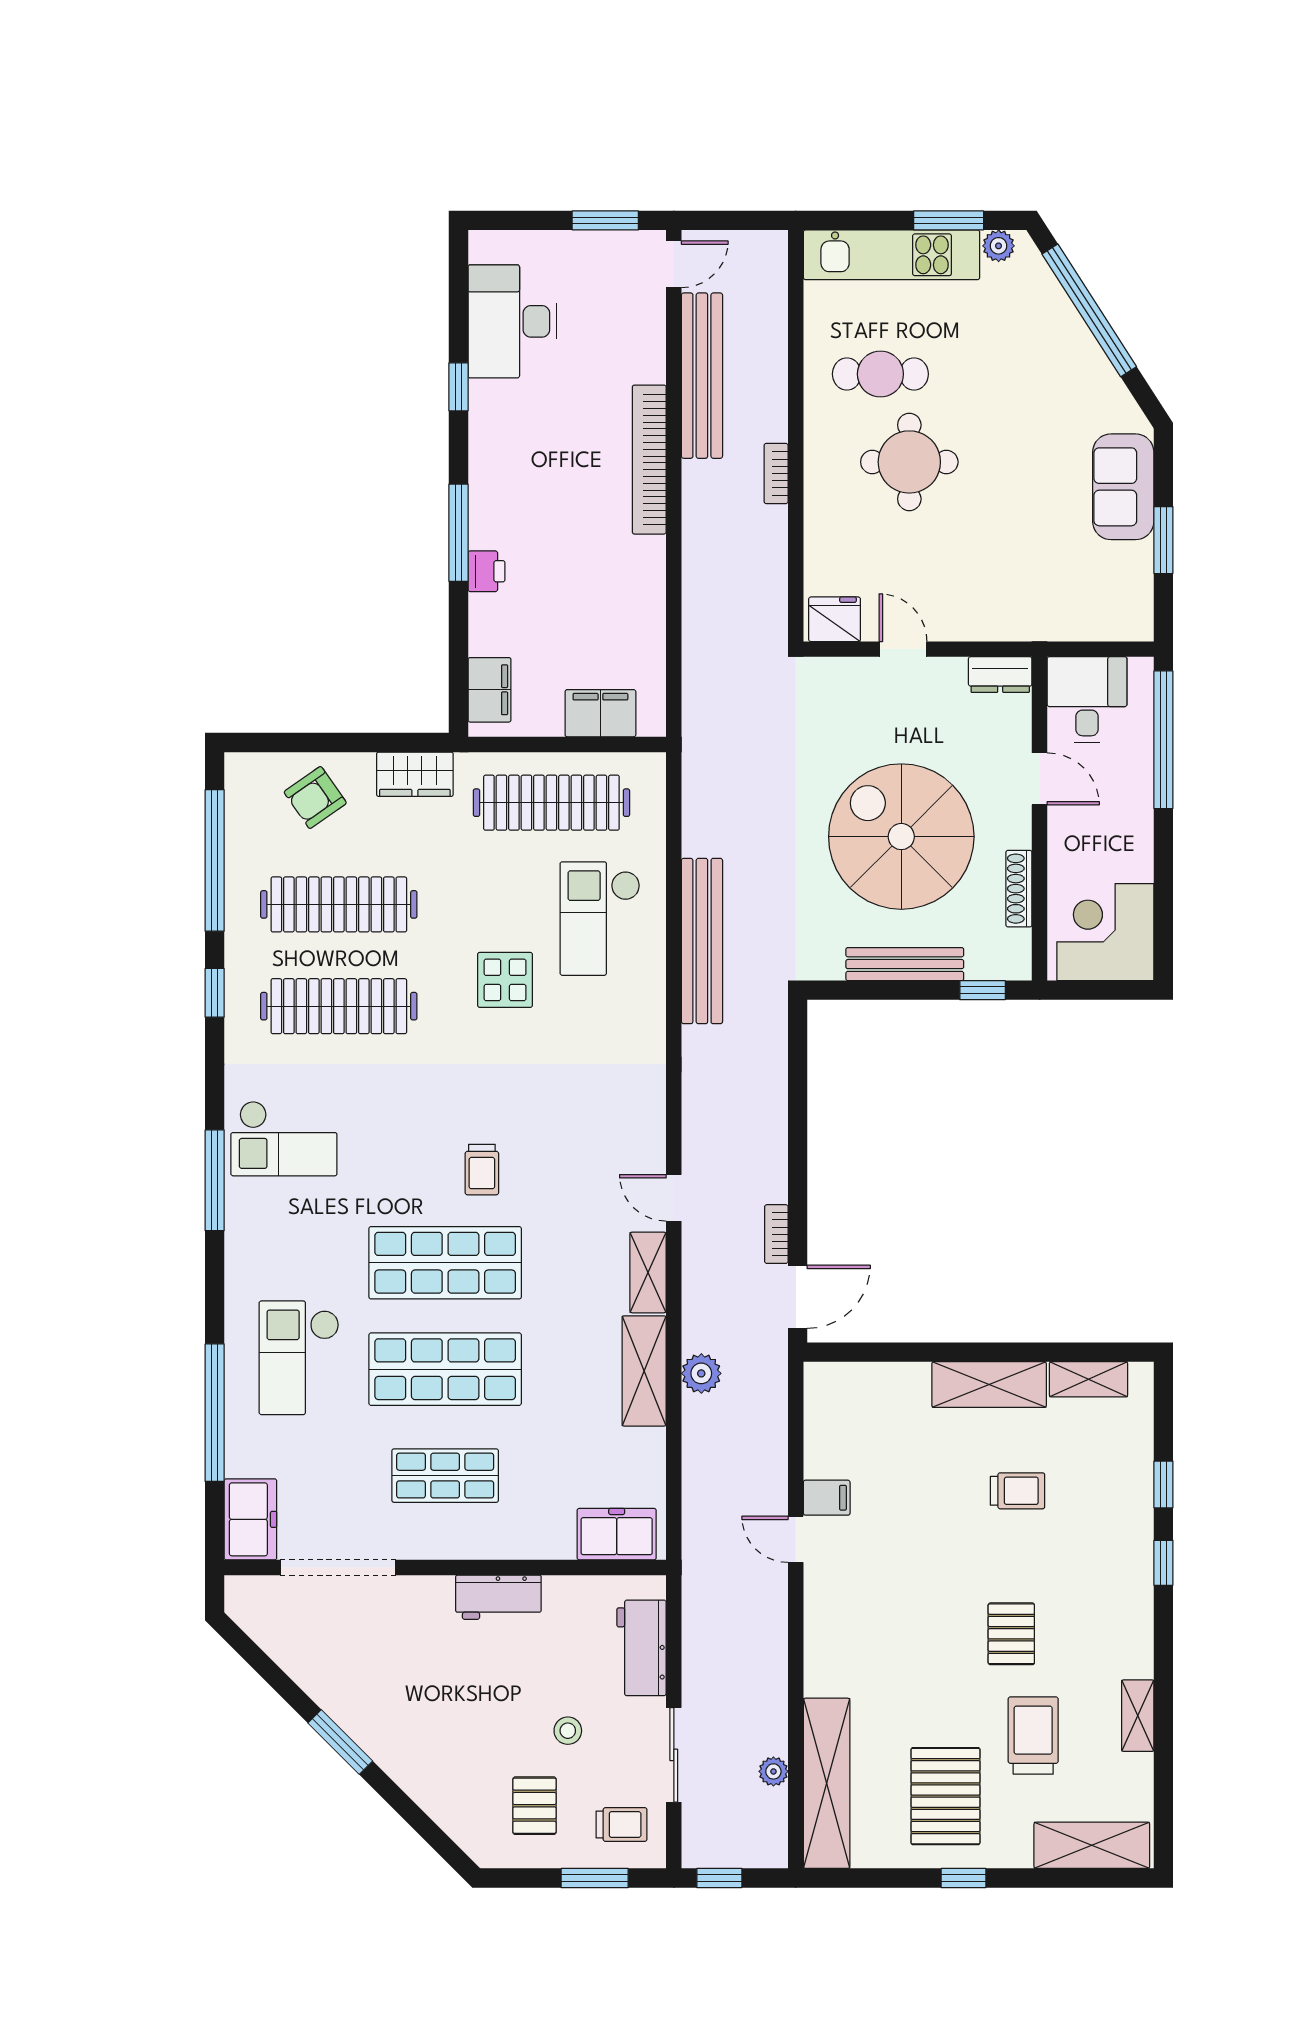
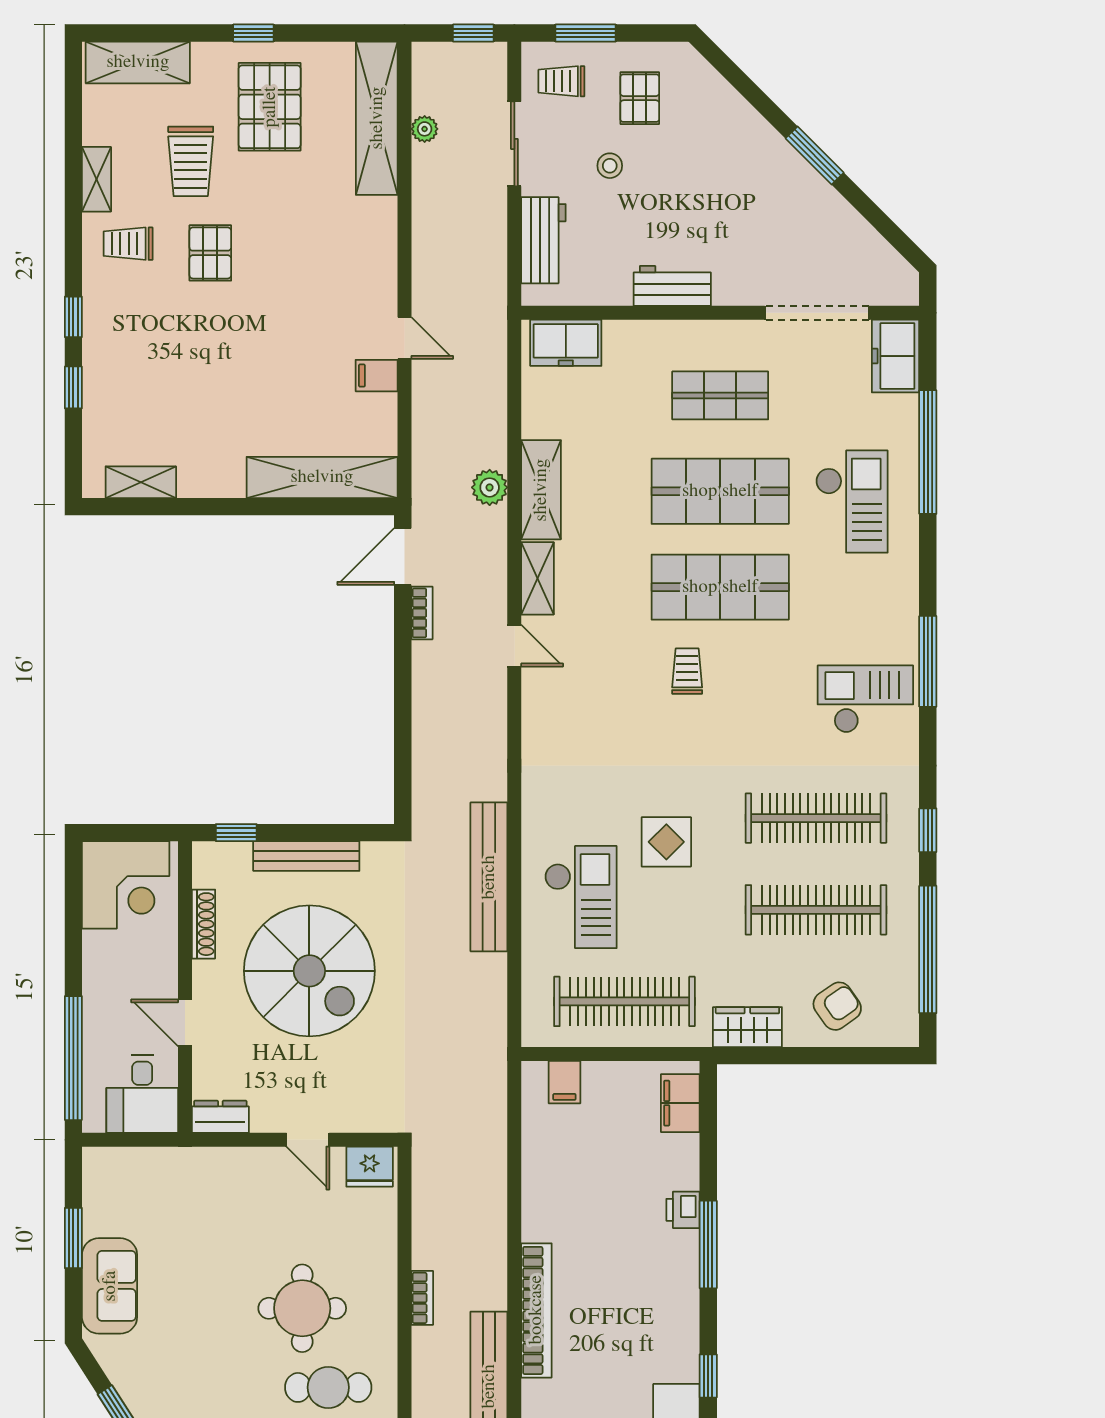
filing cabinet: (600, 713) -> (564, 1082), width x0.50
shelving: (989, 1385) -> (322, 477), moved, width x1.47
trolley: (1018, 1491) -> (128, 244), moved

